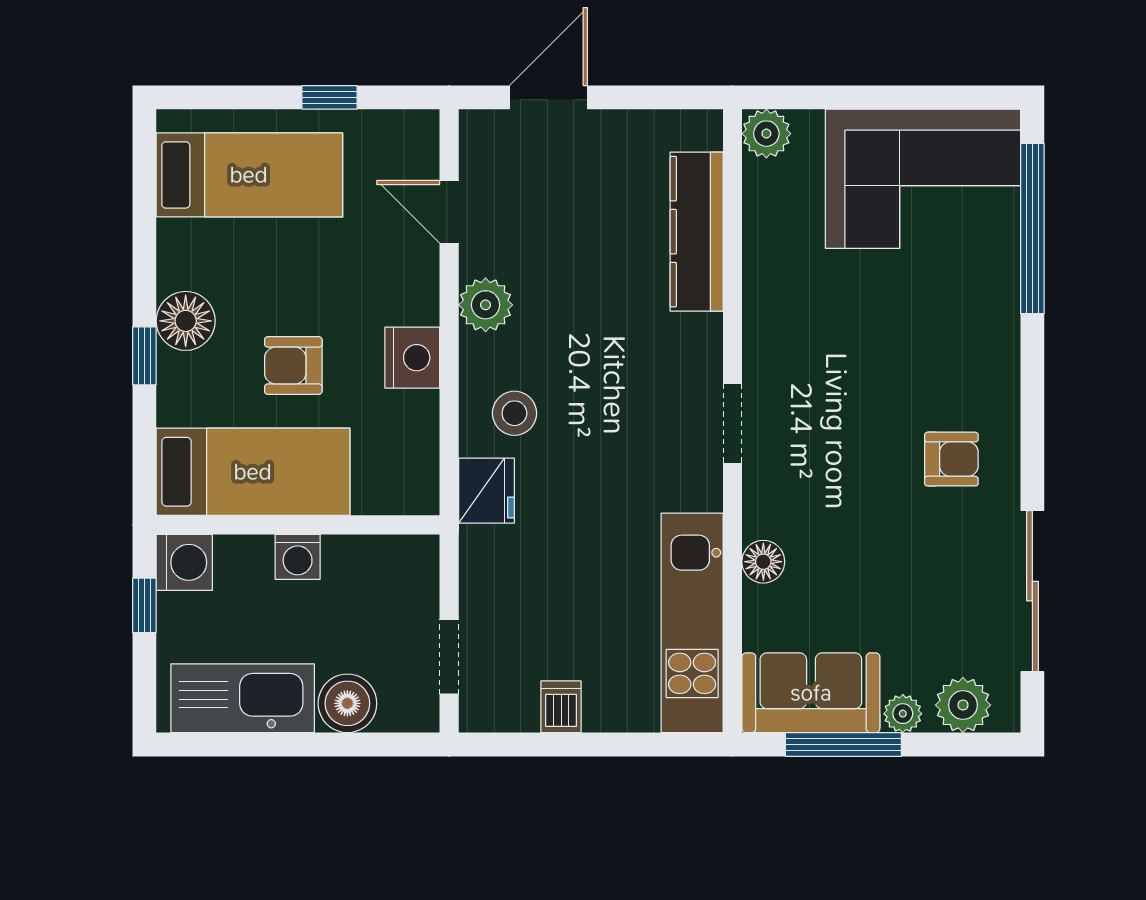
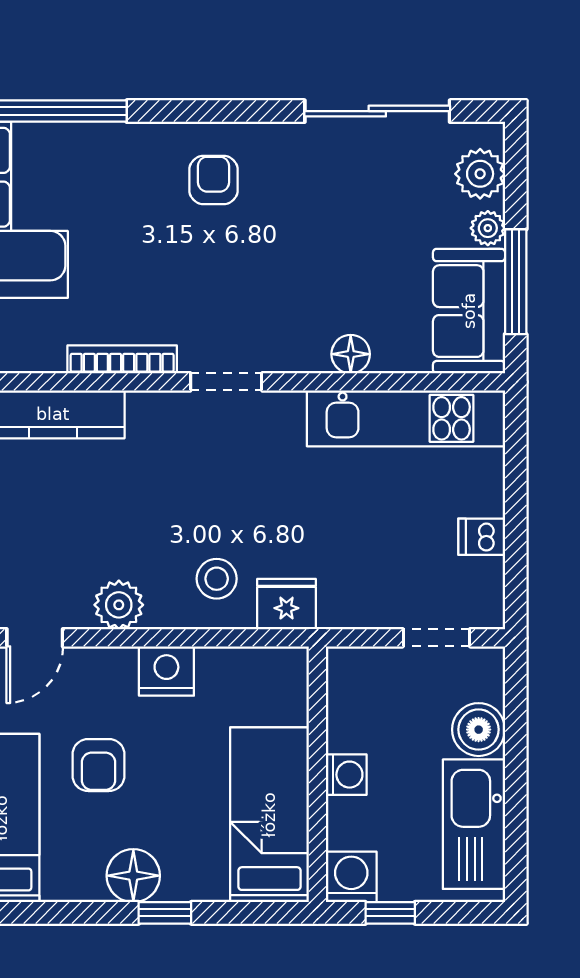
bookcase: (757, 309) -> (122, 359), added
armchair: (293, 366) -> (98, 765), moved
armchair: (951, 459) -> (214, 180), moved

